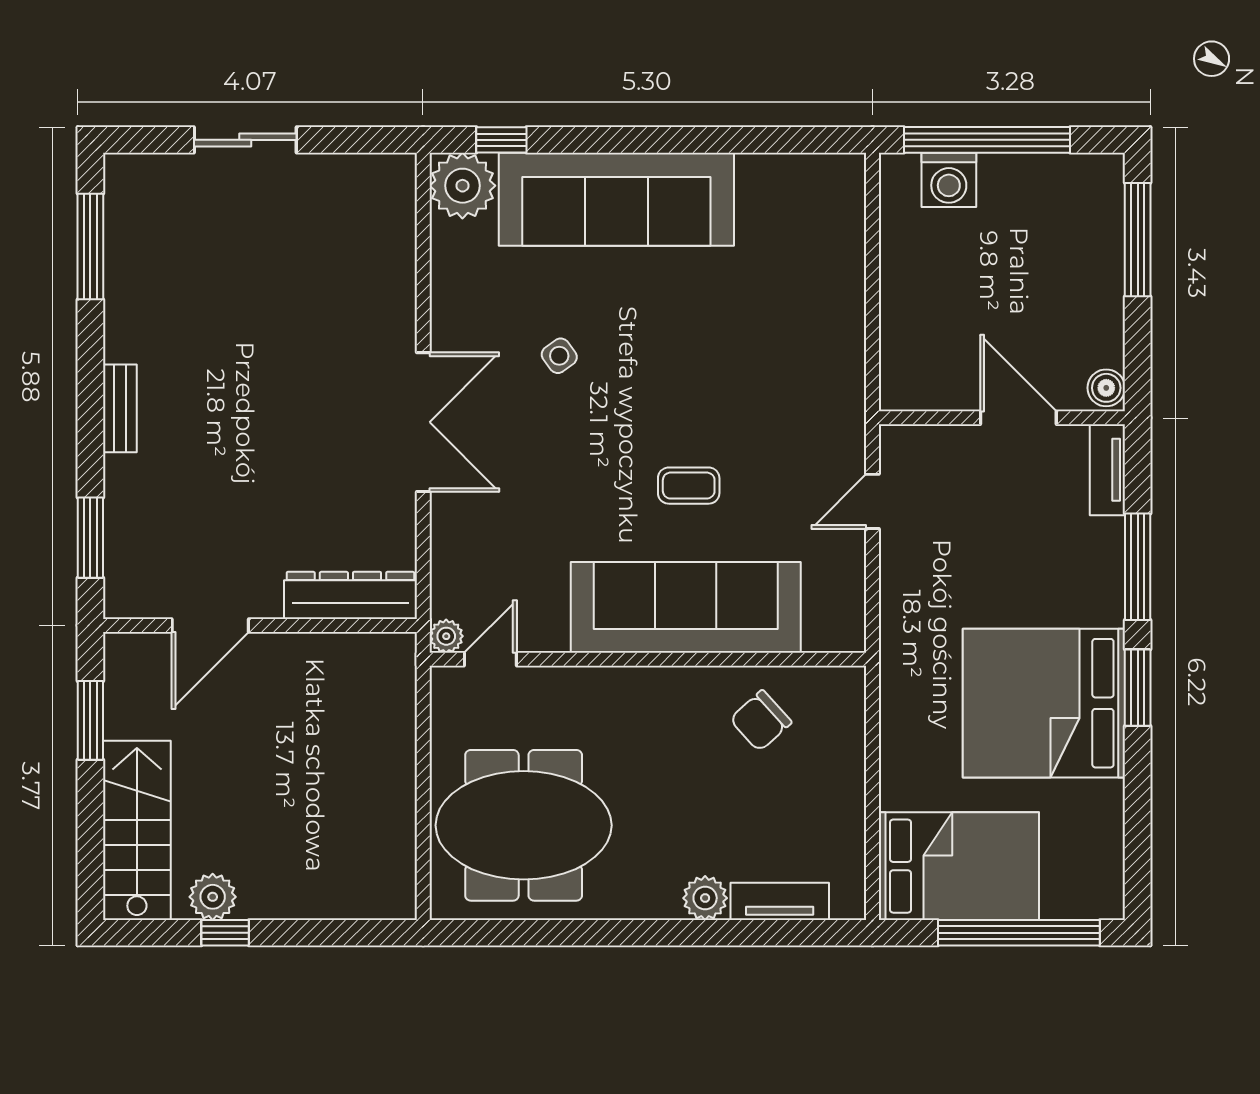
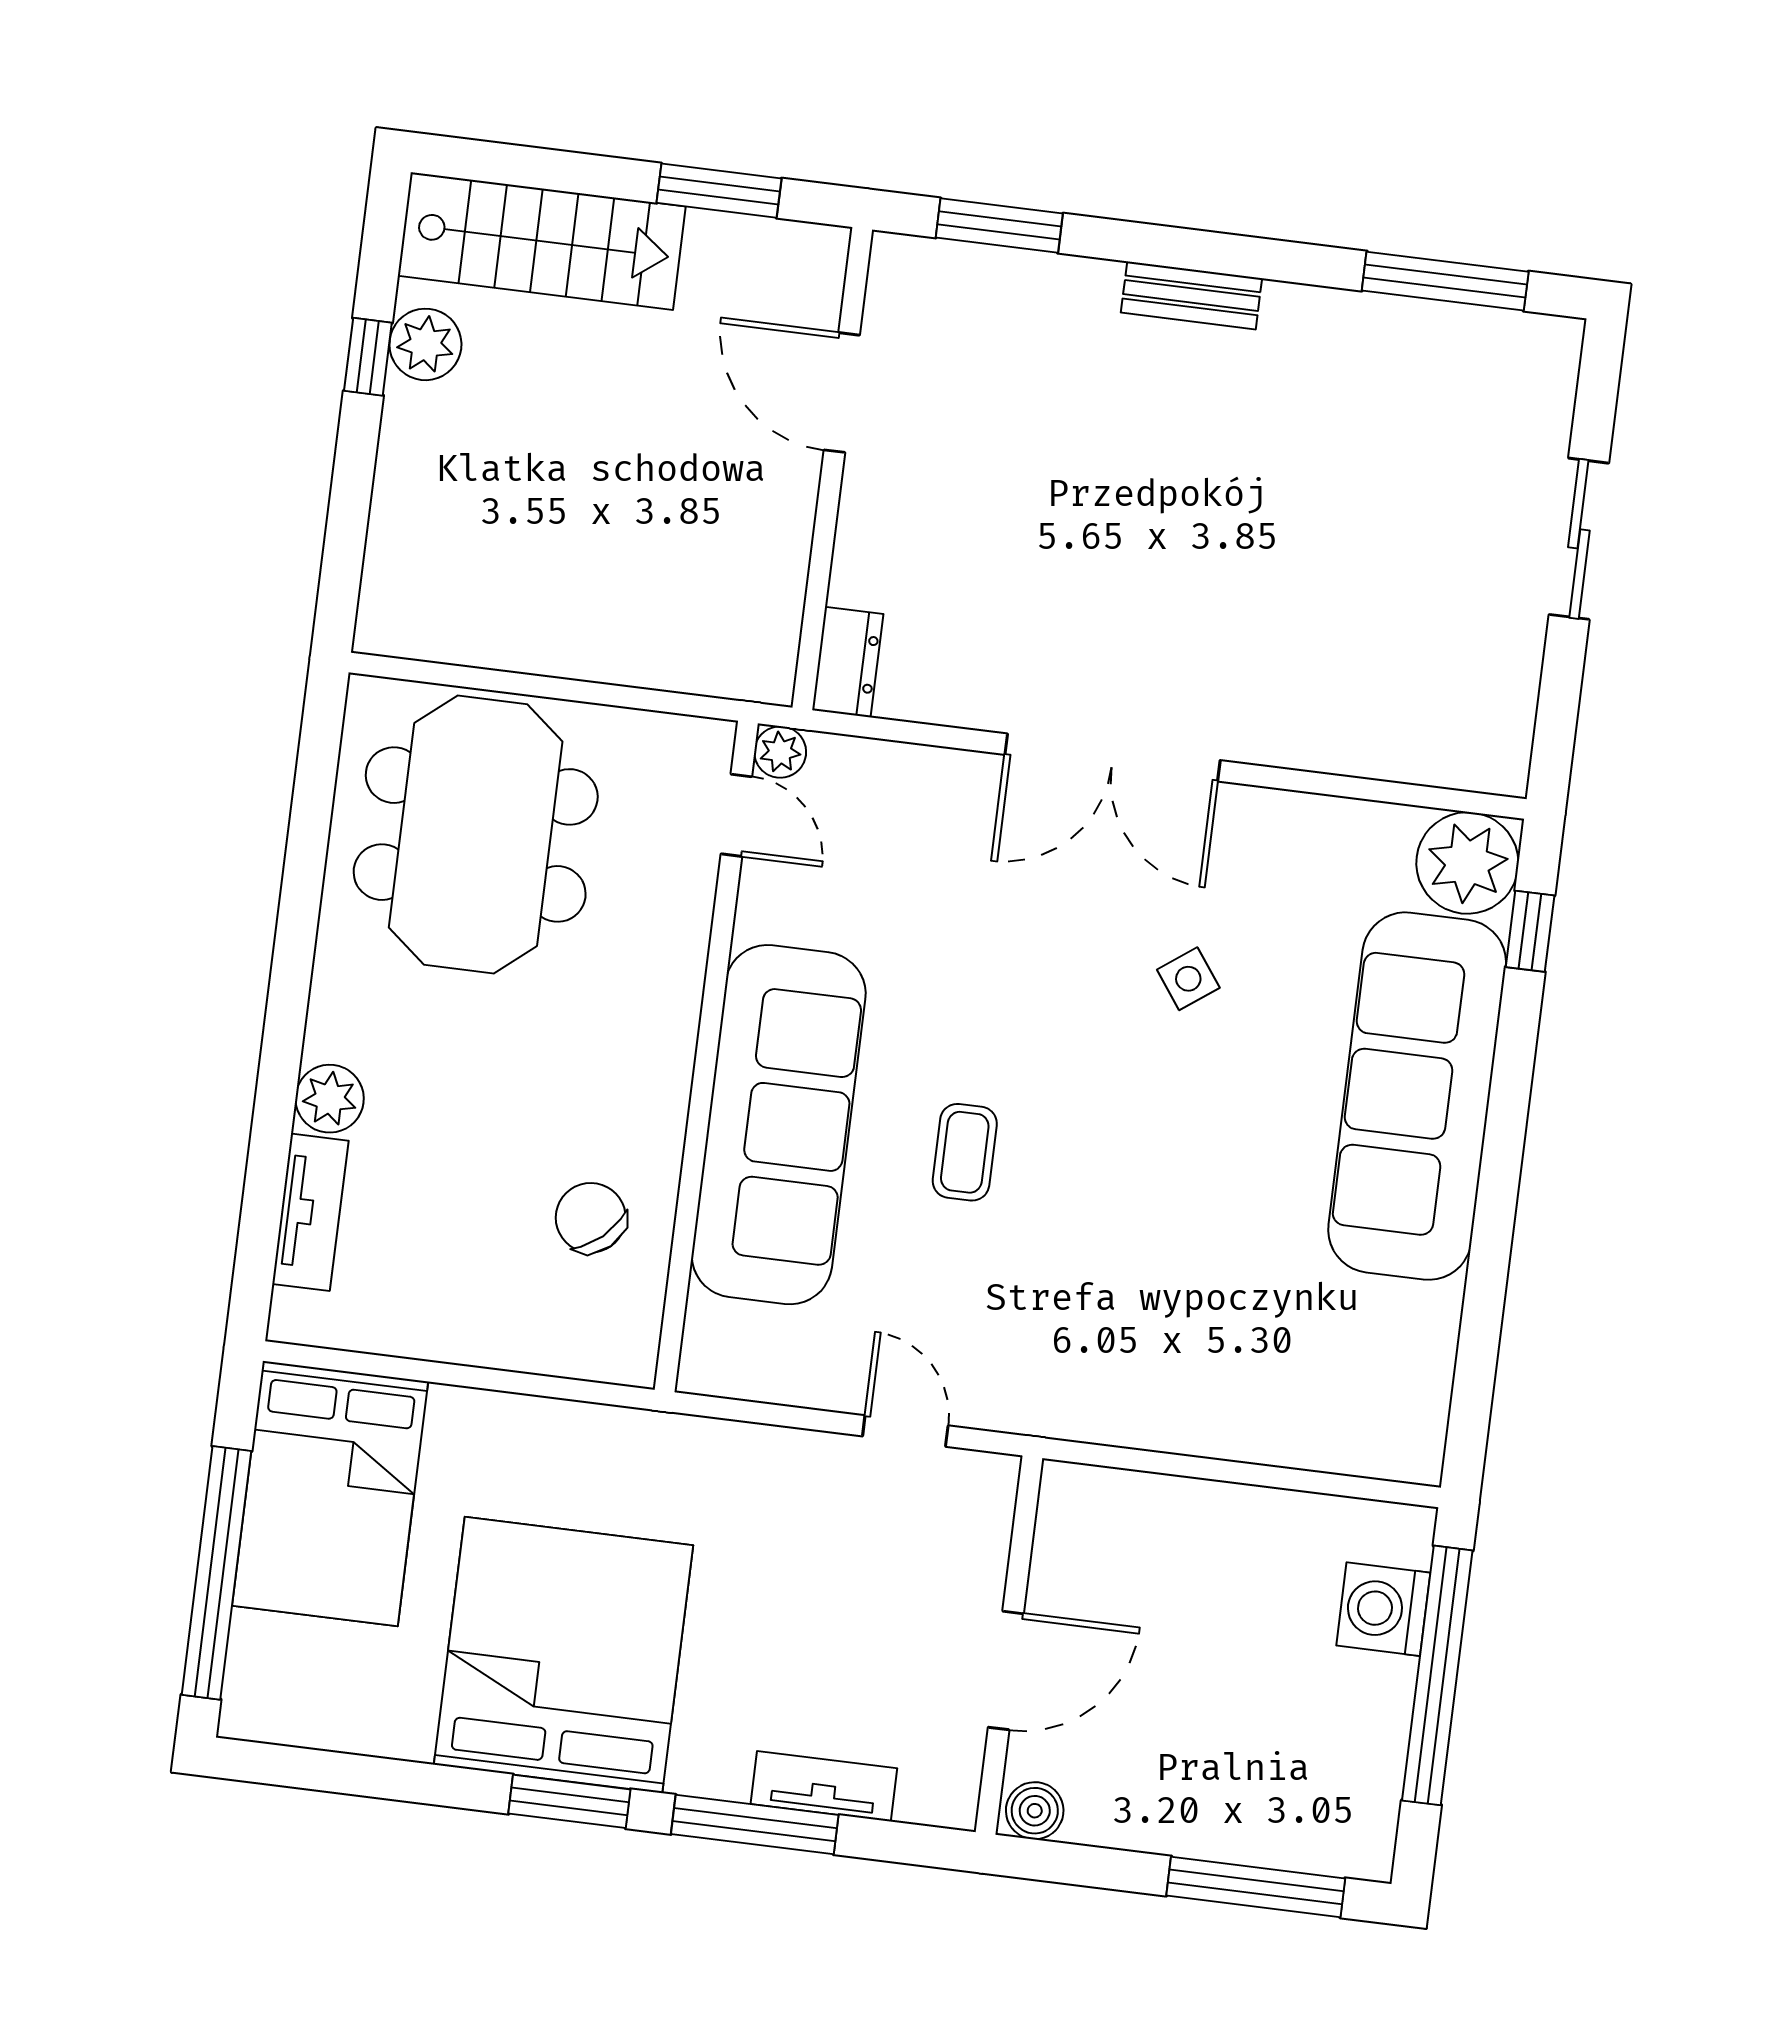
tv unit: (1107, 470) -> (824, 1786), moved
dresser: (350, 595) -> (848, 662), width x0.51, depth x0.80

